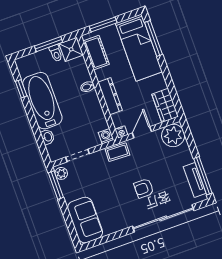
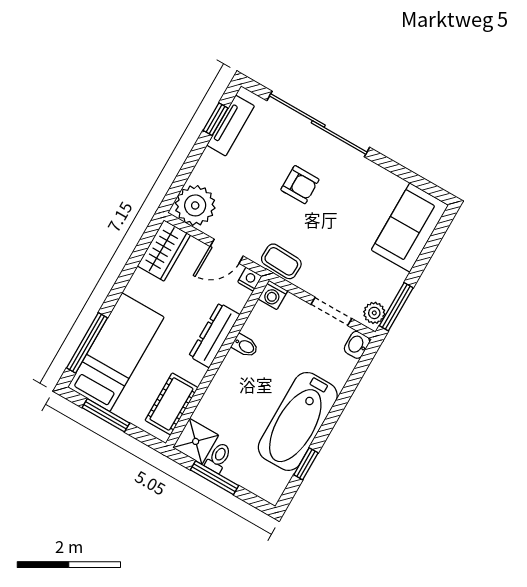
window: (103, 24) -> (106, 415), moved
bidet: (88, 87) -> (245, 346), moved
washbasin: (48, 137) -> (357, 345), moved
window: (203, 176) -> (216, 119), width x0.46

